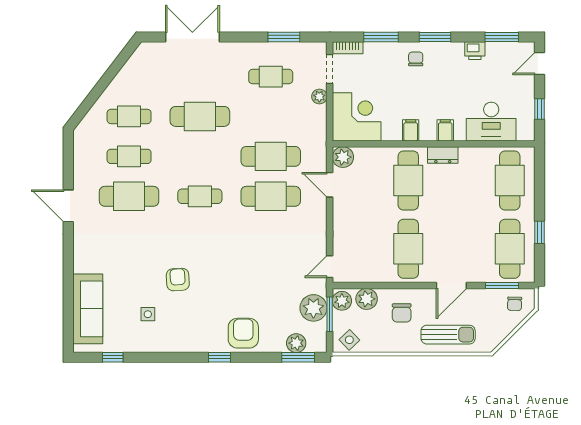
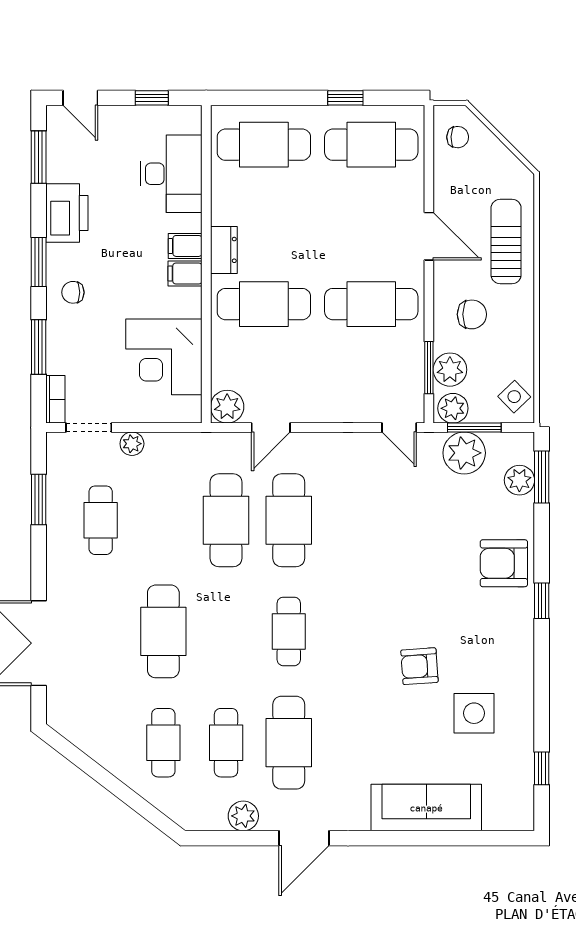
printer: (475, 51) -> (67, 213), width x1.87, depth x1.48
corner desk: (357, 117) -> (164, 357), moved, turned -90
filing cabinet: (411, 130) -> (185, 274), moved
plant: (82, 167) -> (243, 816), added
window: (502, 286) -> (429, 368), moved
sofa: (88, 309) -> (426, 808), moved
side table: (148, 314) -> (474, 713), width x1.87, depth x1.87

